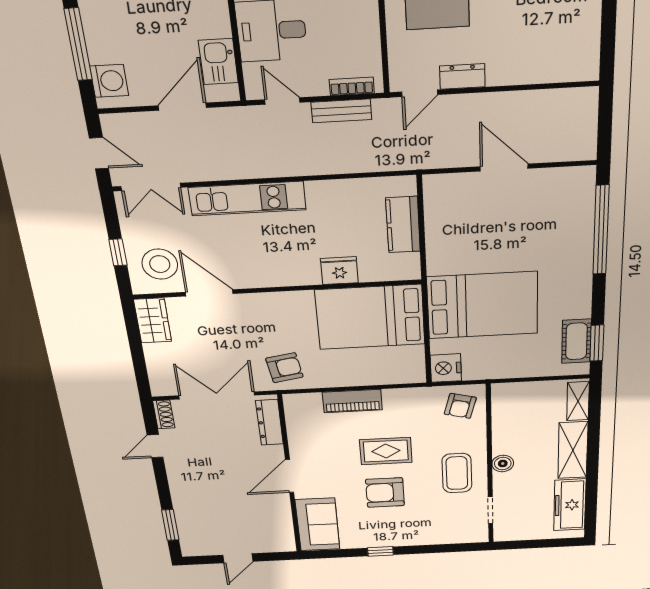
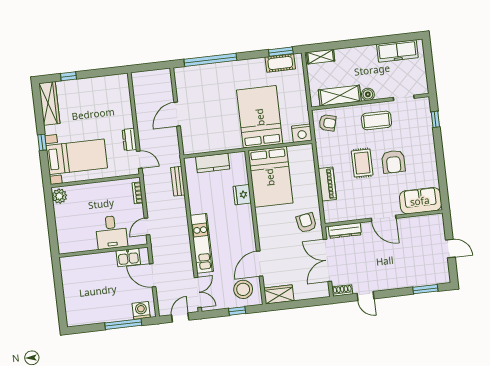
bench: (341, 111) -> (178, 181), moved
shelving: (573, 450) -> (340, 96), moved
window: (380, 551) -> (435, 119), moved

